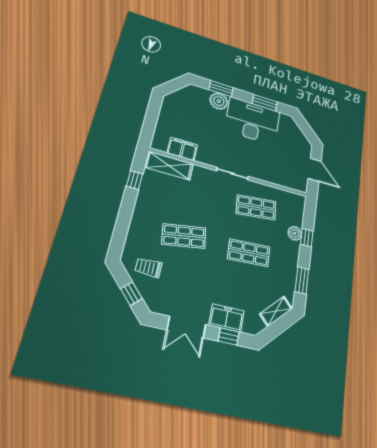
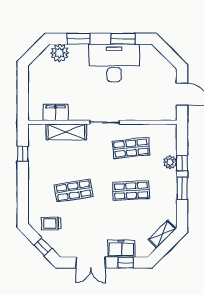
plant: (219, 101) -> (59, 53), moved
shelving: (169, 166) -> (66, 132), moved
window: (302, 280) -> (182, 188), moved

